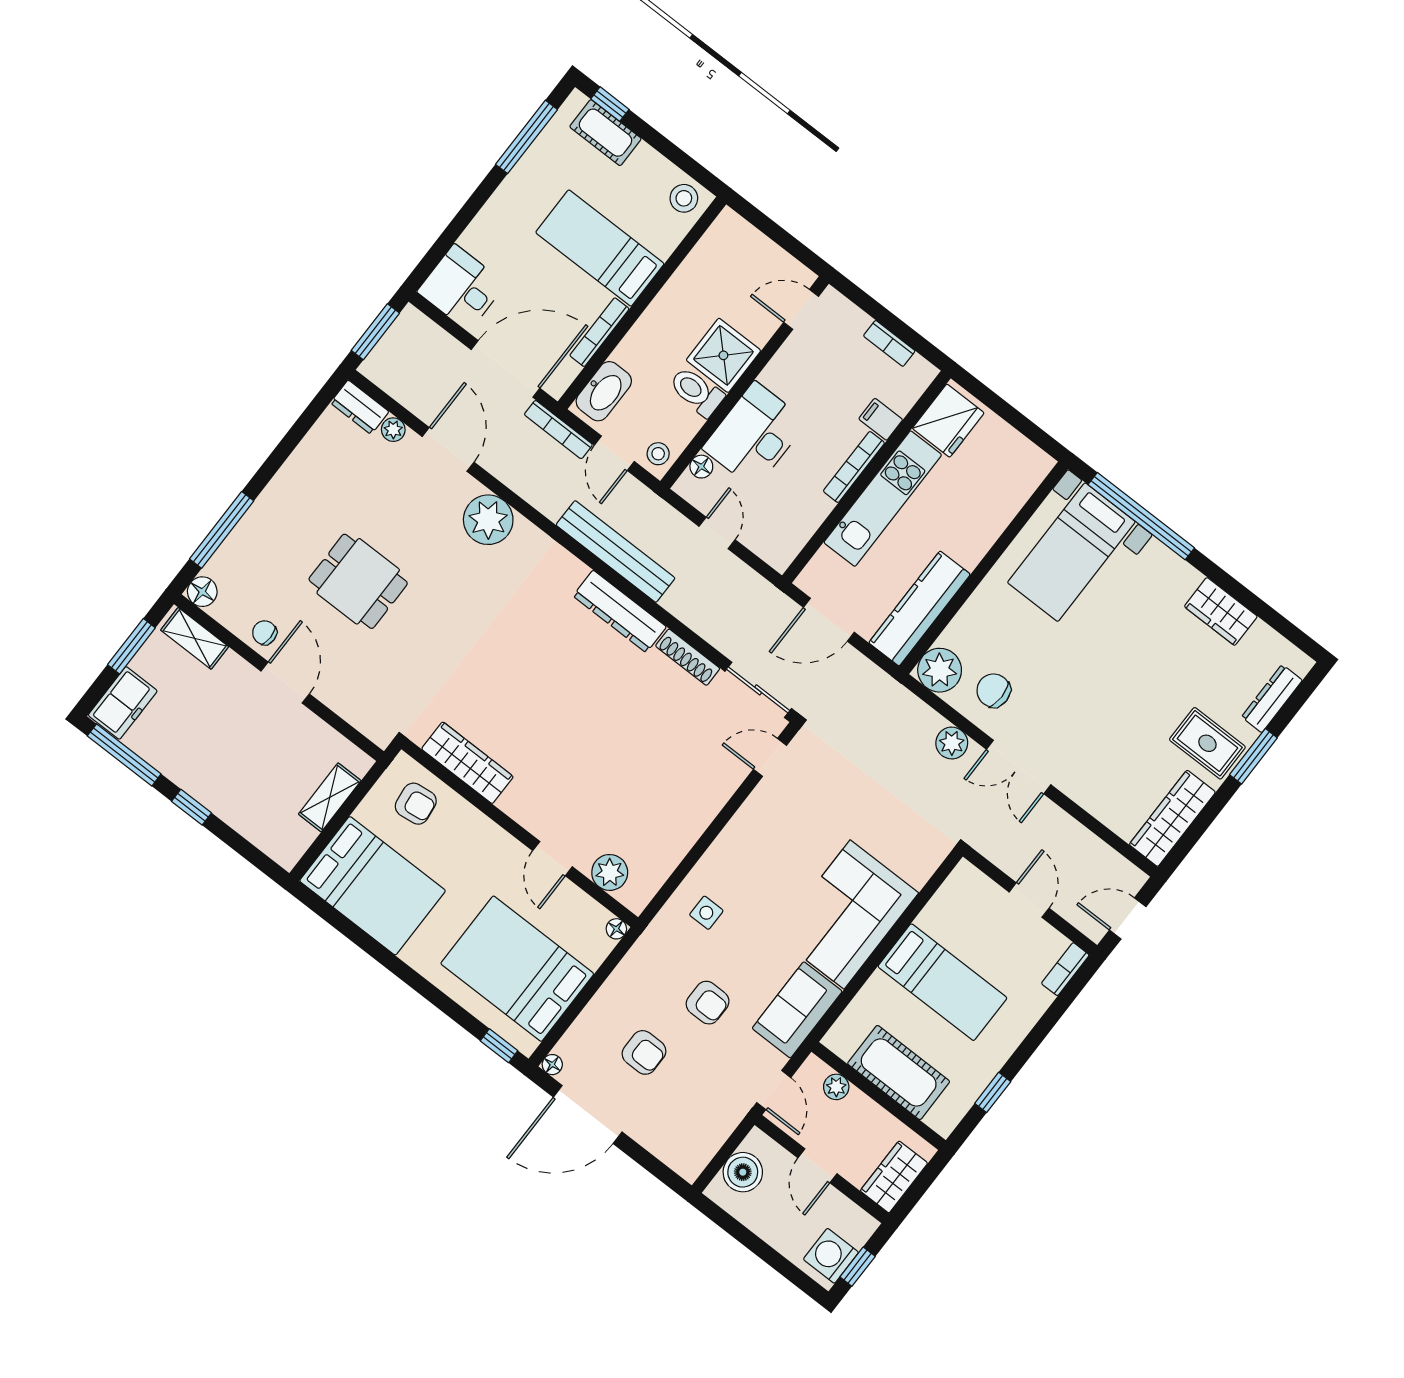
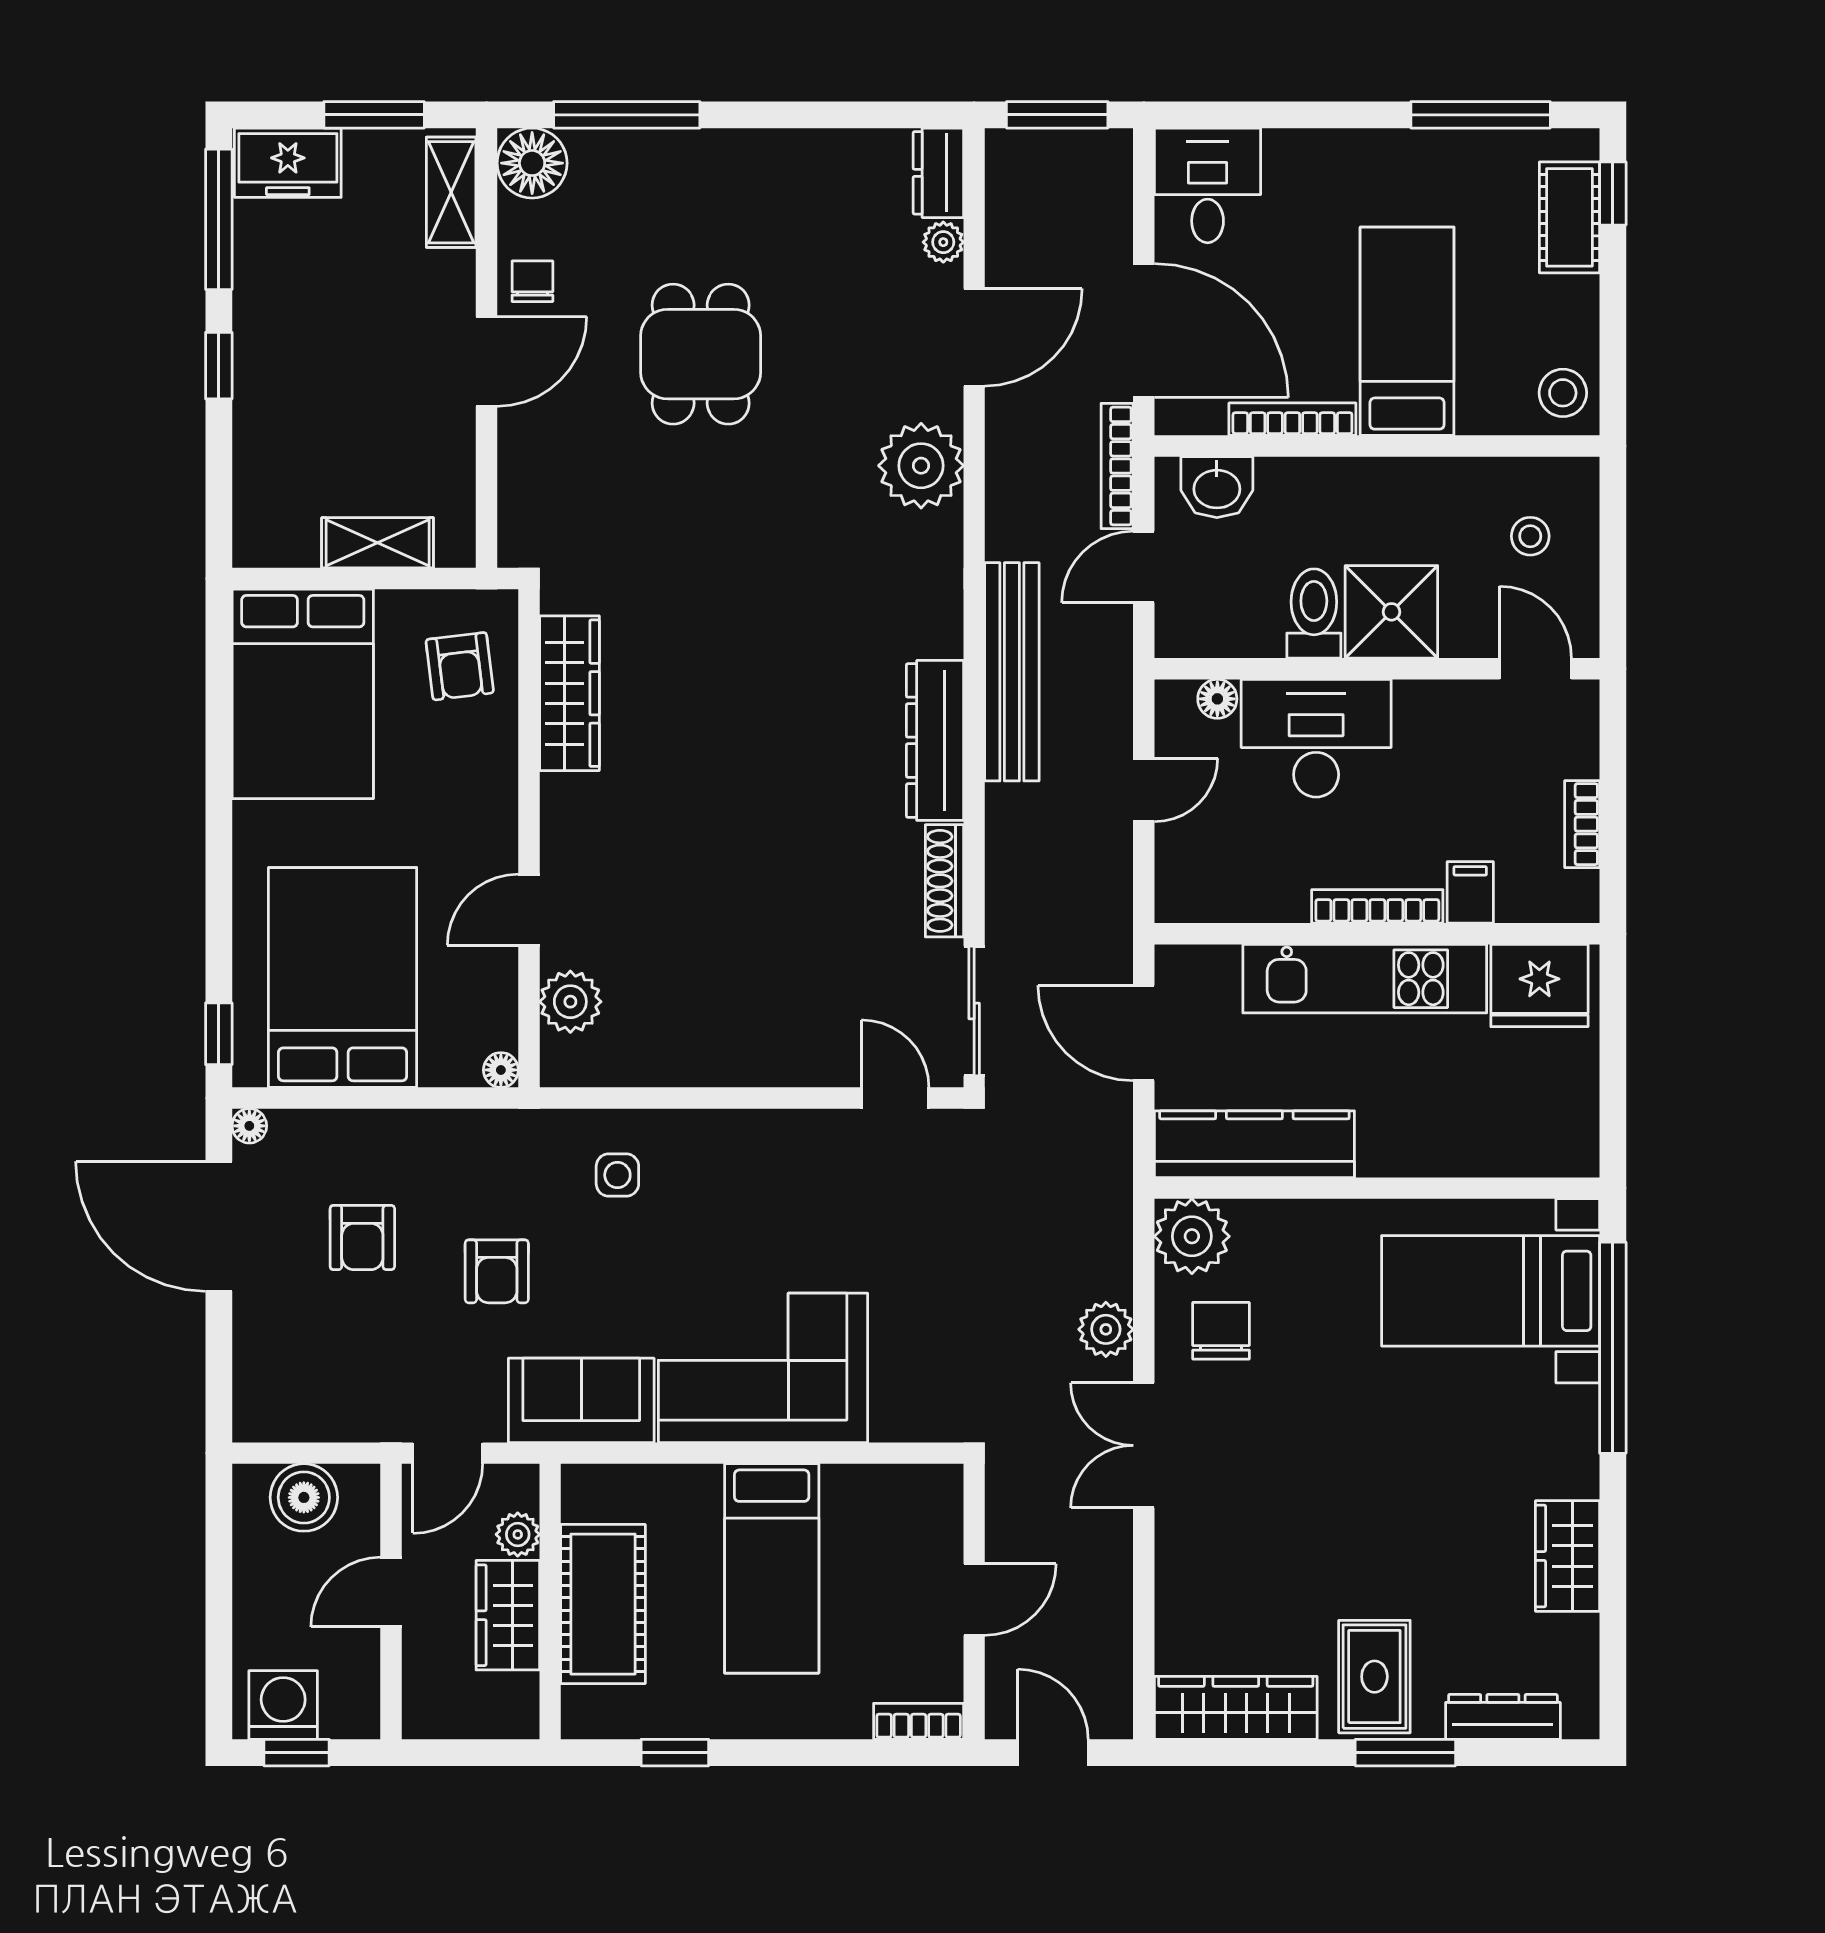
washbasin: (604, 391) -> (1217, 487), width x0.72
stool: (658, 454) -> (1530, 536), moved
floor lamp: (202, 592) -> (532, 163), width x1.38, depth x1.38
wardrobe: (894, 1177) -> (508, 1615), moved, turned -90

